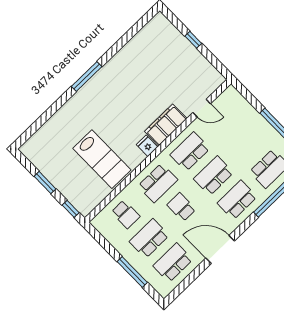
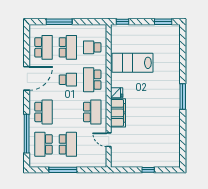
door: (202, 108) -> (109, 140), hinge flipped
school desk: (214, 176) -> (68, 144), moved
window: (45, 183) -> (163, 22), moved

